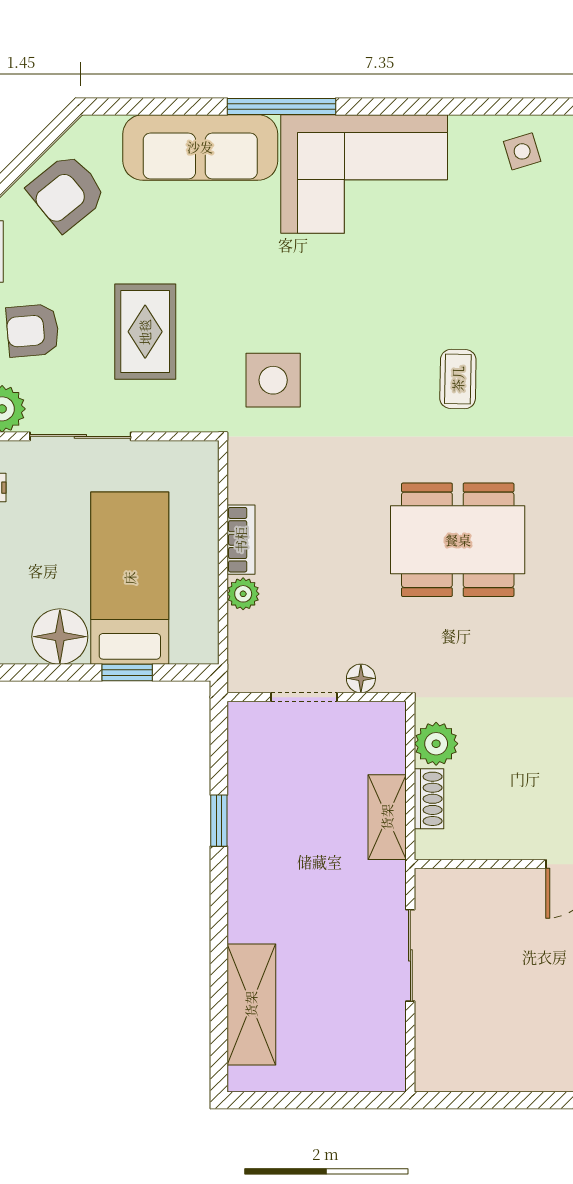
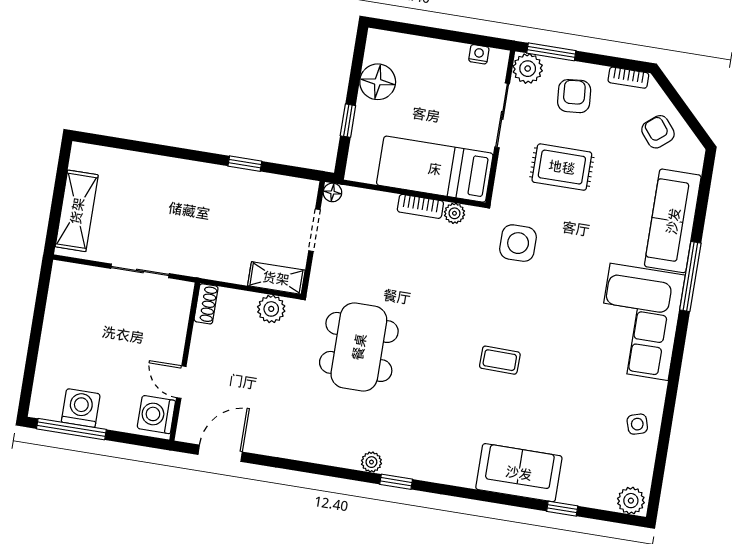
armchair: (67, 192) -> (658, 132), width x0.72, depth x0.72
dining table: (458, 540) -> (359, 347), moved
bed: (130, 578) -> (435, 169), moved, turned 180
plant: (243, 594) -> (454, 213), moved
floor lamp: (361, 678) -> (332, 192), moved
shoe rack: (429, 799) -> (206, 304), moved, turned -90
shelving: (387, 817) -> (276, 278), moved
shelving: (251, 1004) -> (77, 211), moved, turned 90

